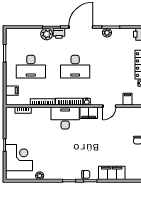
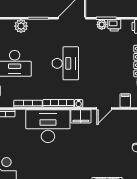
printer: (59, 33) -> (114, 25), moved
plant: (47, 34) -> (21, 26), moved
desk: (75, 67) -> (65, 63), turned -90
desk: (65, 118) -> (48, 126), width x1.36, depth x1.30

